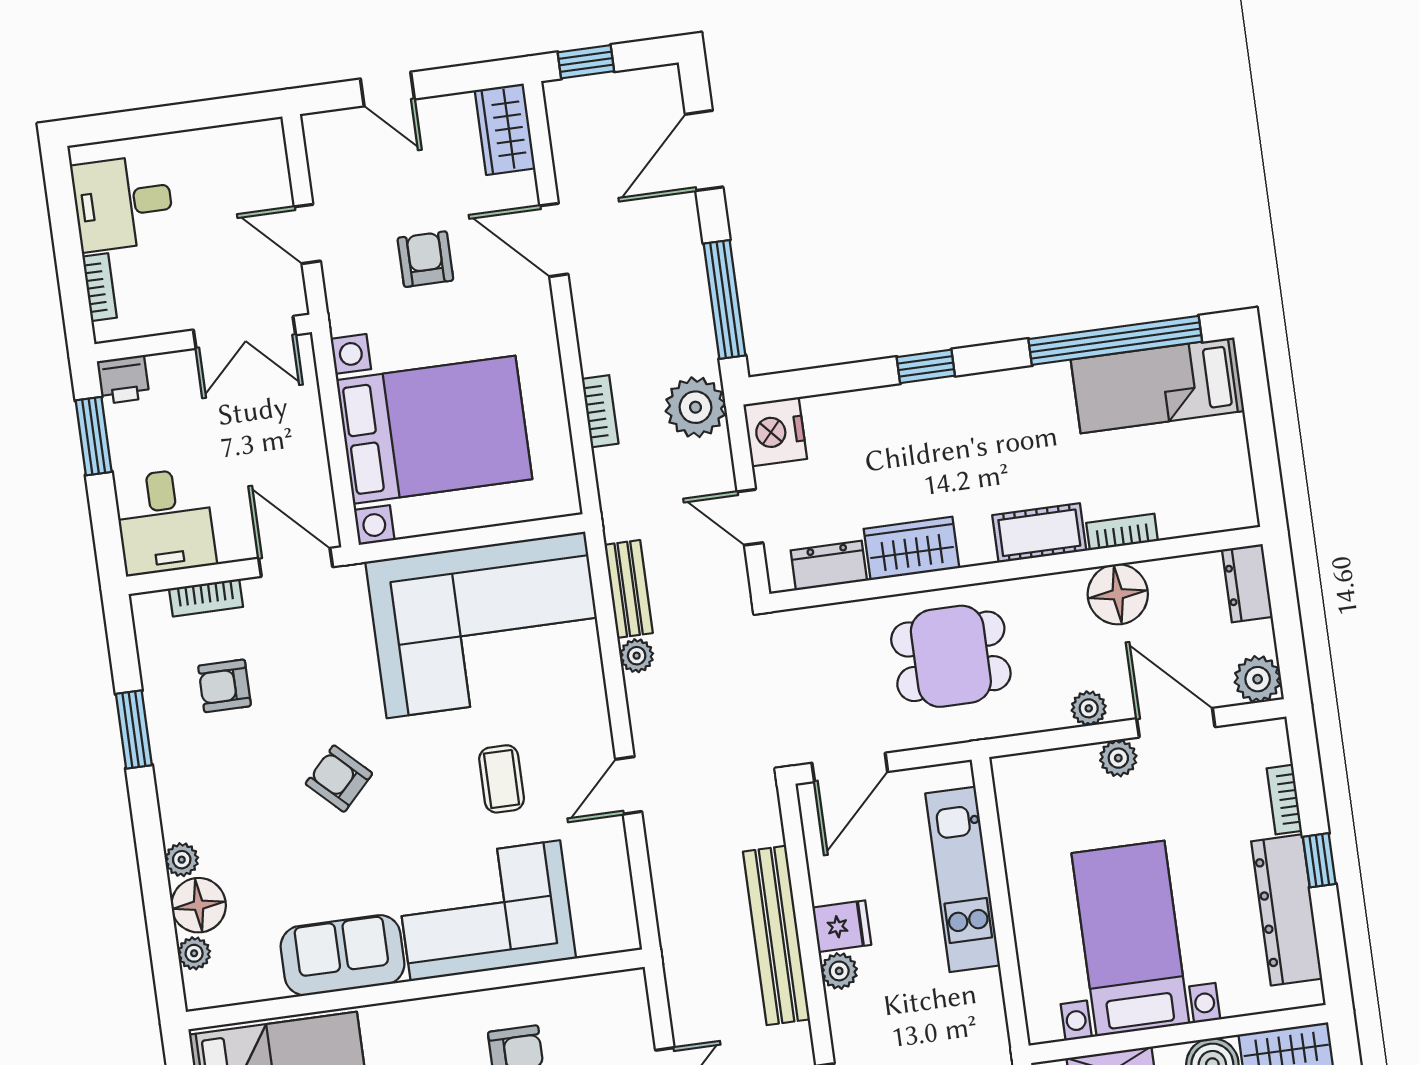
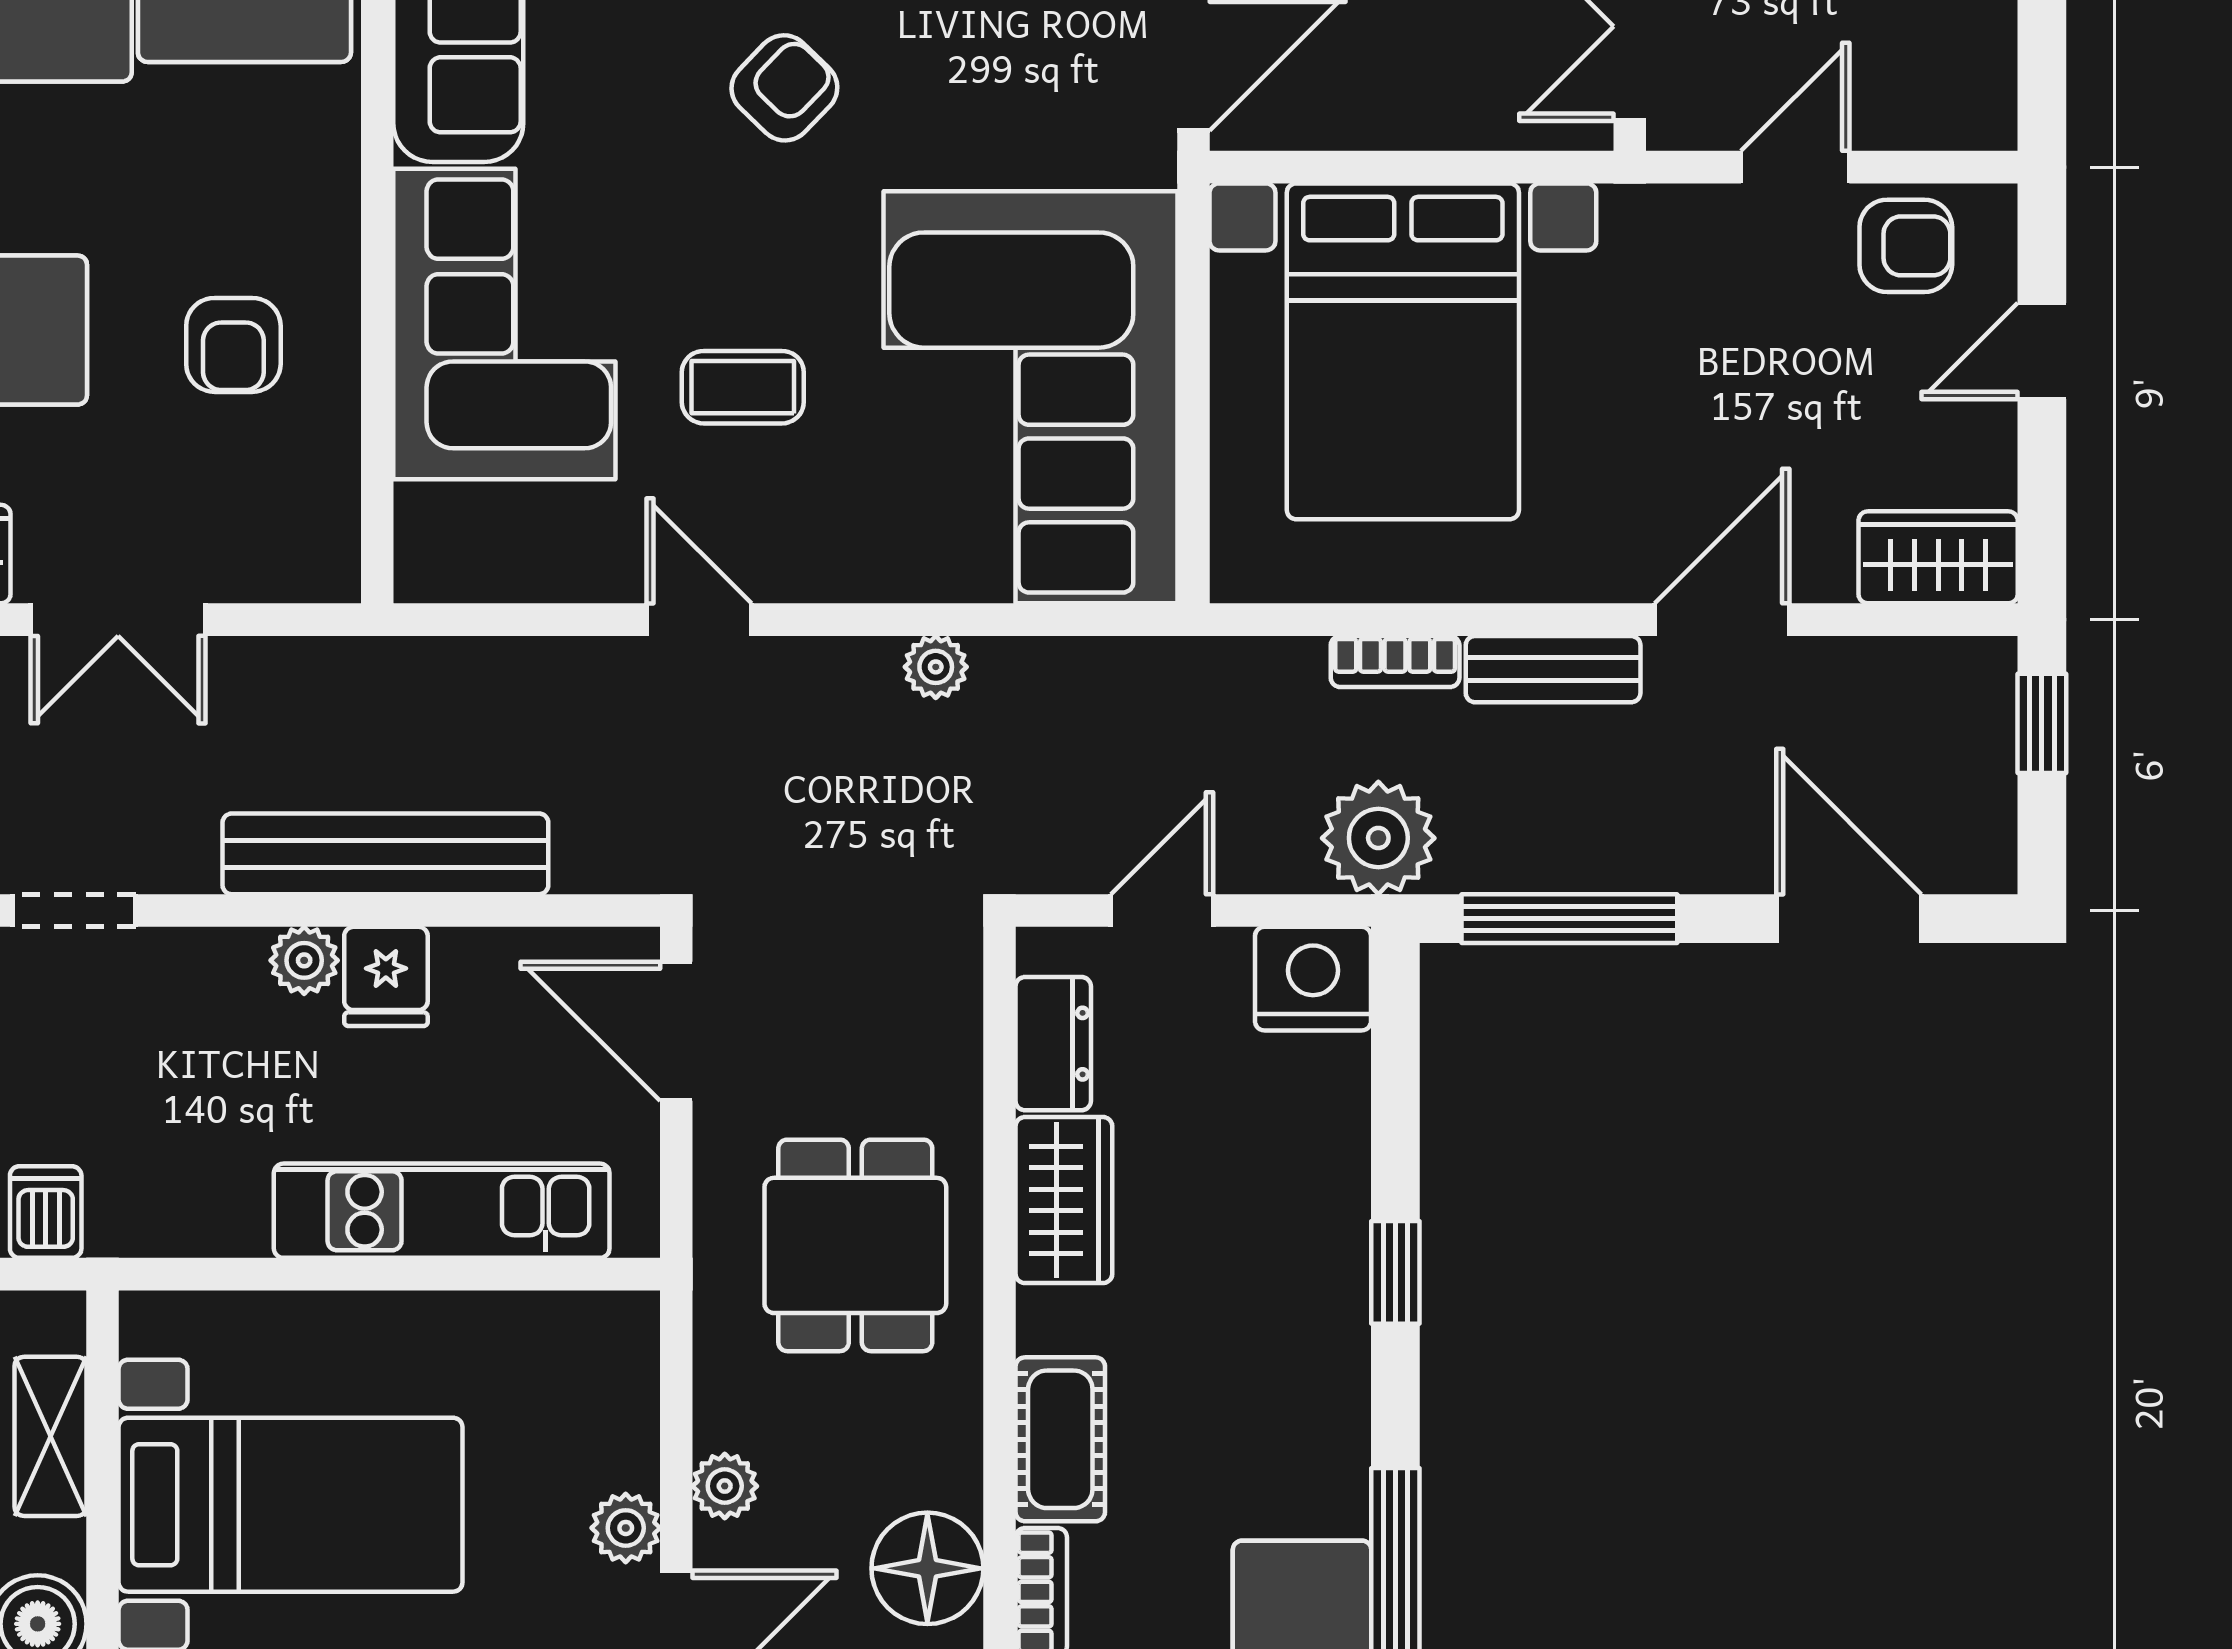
armchair: (425, 259) -> (1906, 246), moved
bench: (629, 589) -> (1553, 669), moved

